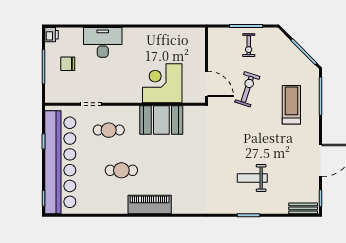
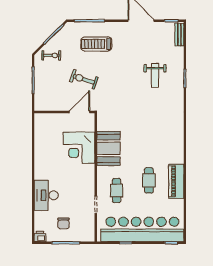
exercise bike: (249, 45) -> (51, 55), moved
piano: (150, 204) -> (176, 181), moved

